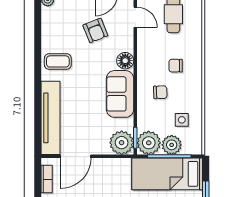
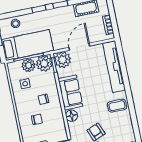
door: (76, 156) -> (79, 47), moved

